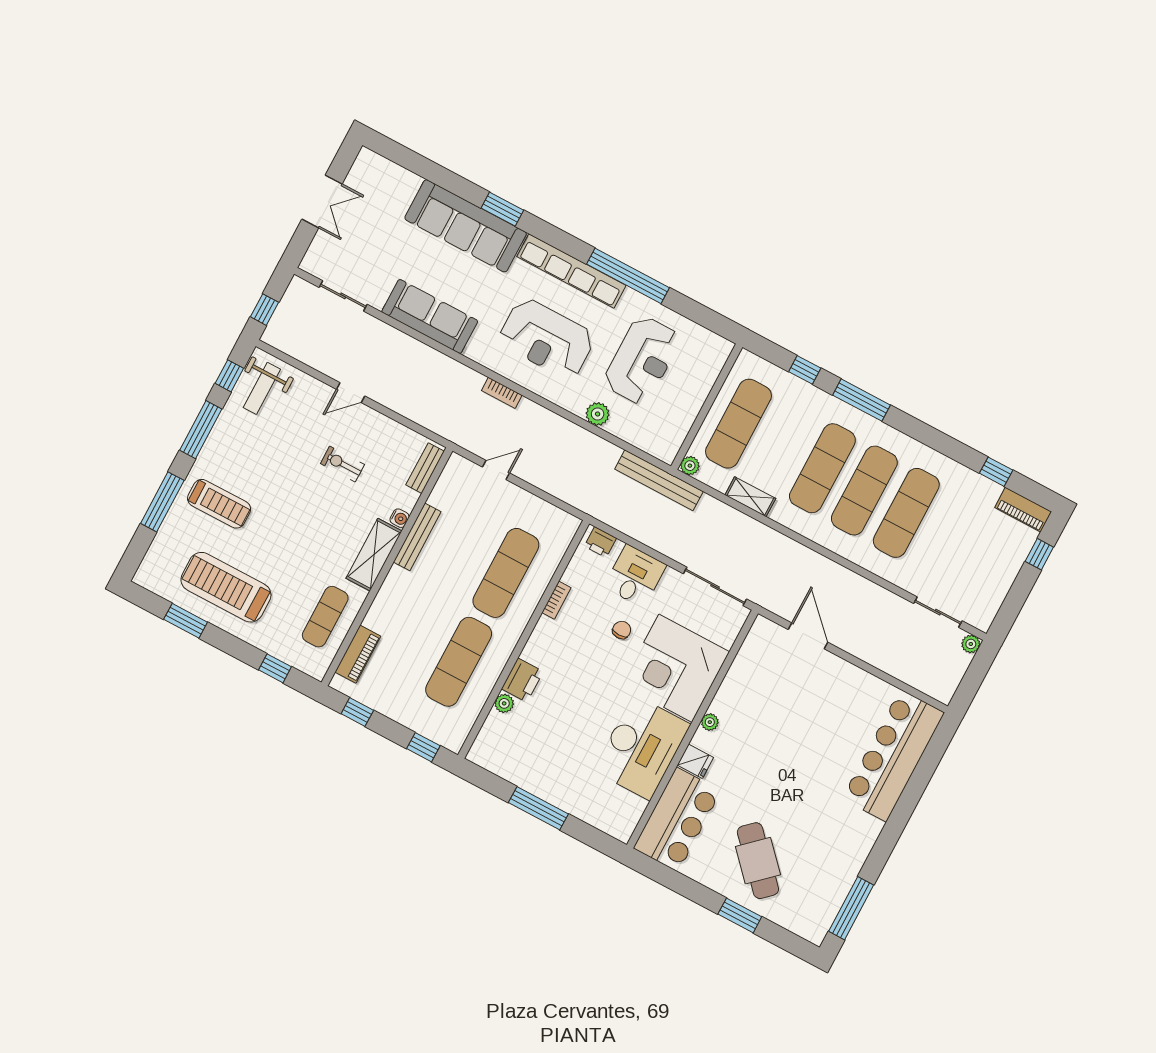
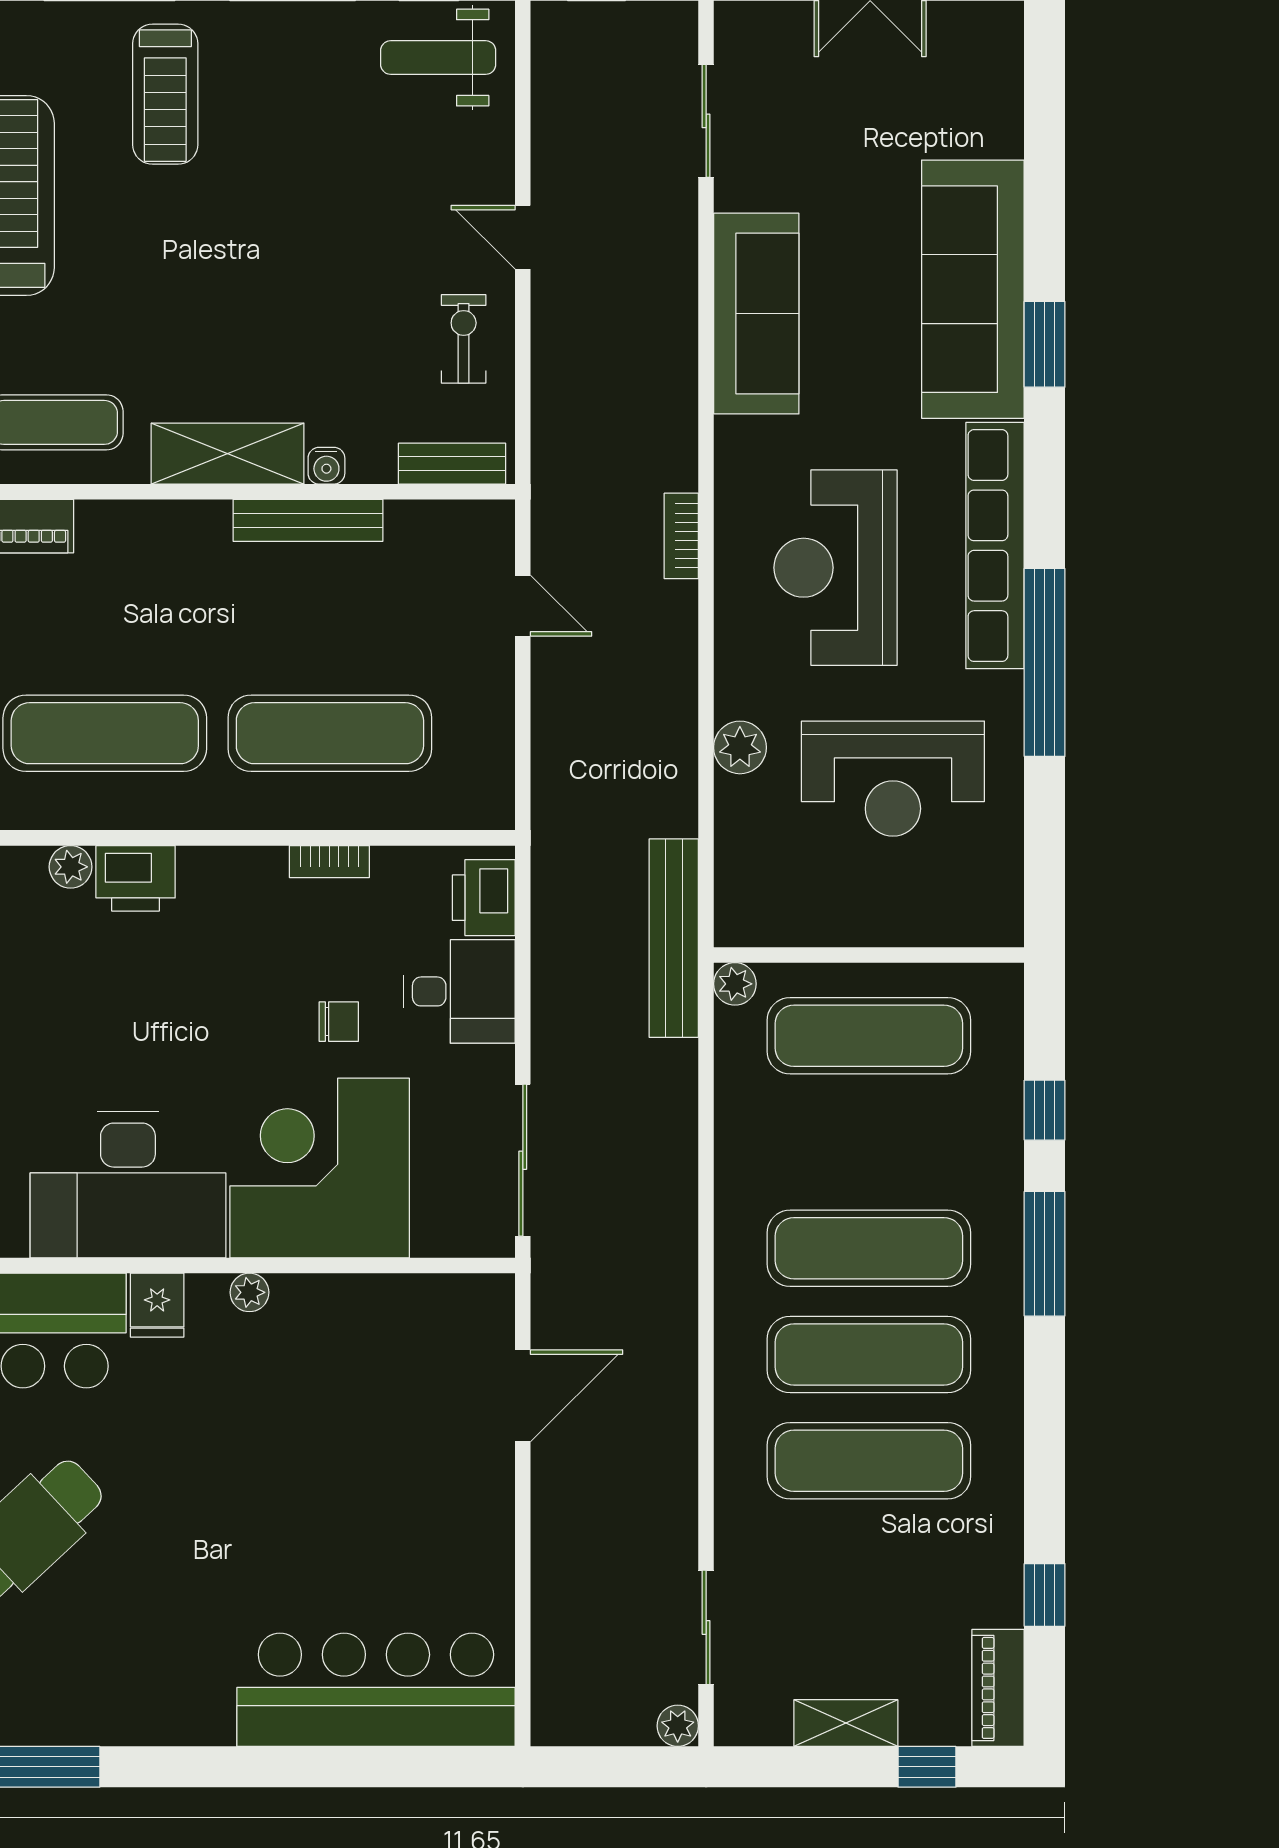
exercise bike: (342, 464) -> (464, 339), moved
shelving: (750, 497) -> (846, 1723), moved, turned 90
printer: (600, 542) -> (484, 898), width x1.36, depth x1.24

